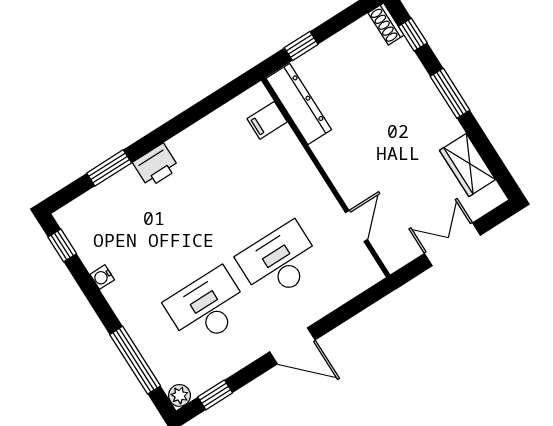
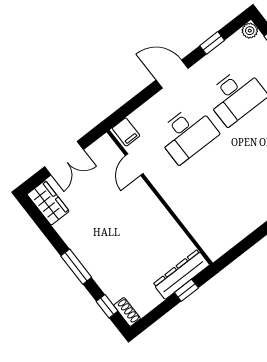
dresser: (299, 104) -> (181, 274), moved, turned 90
filing cabinet: (267, 120) -> (126, 132), moved, turned 90
wardrobe: (468, 165) -> (48, 203), moved
window: (215, 395) -> (212, 43), moved

